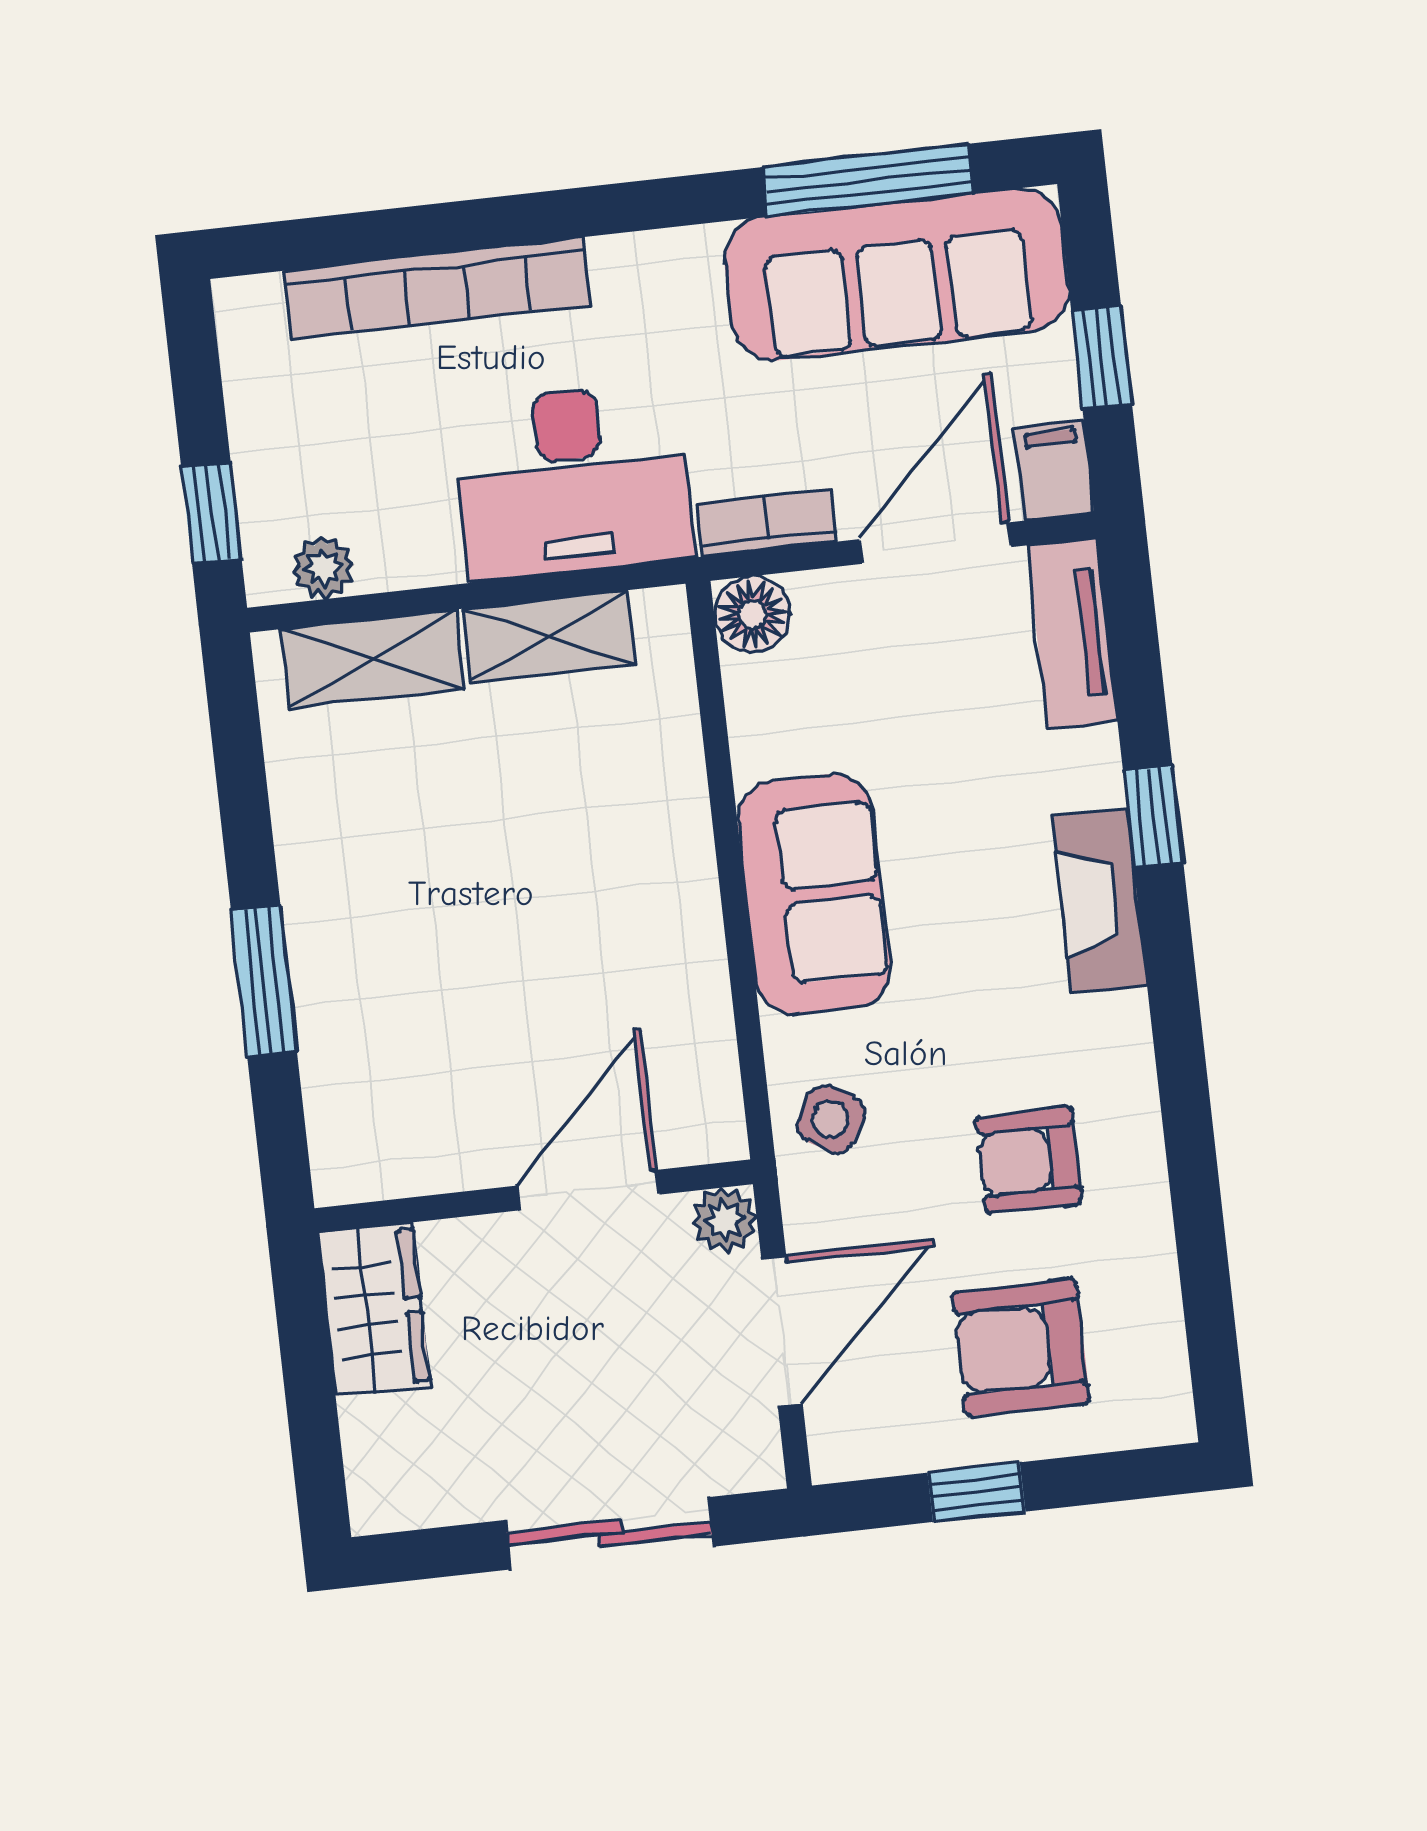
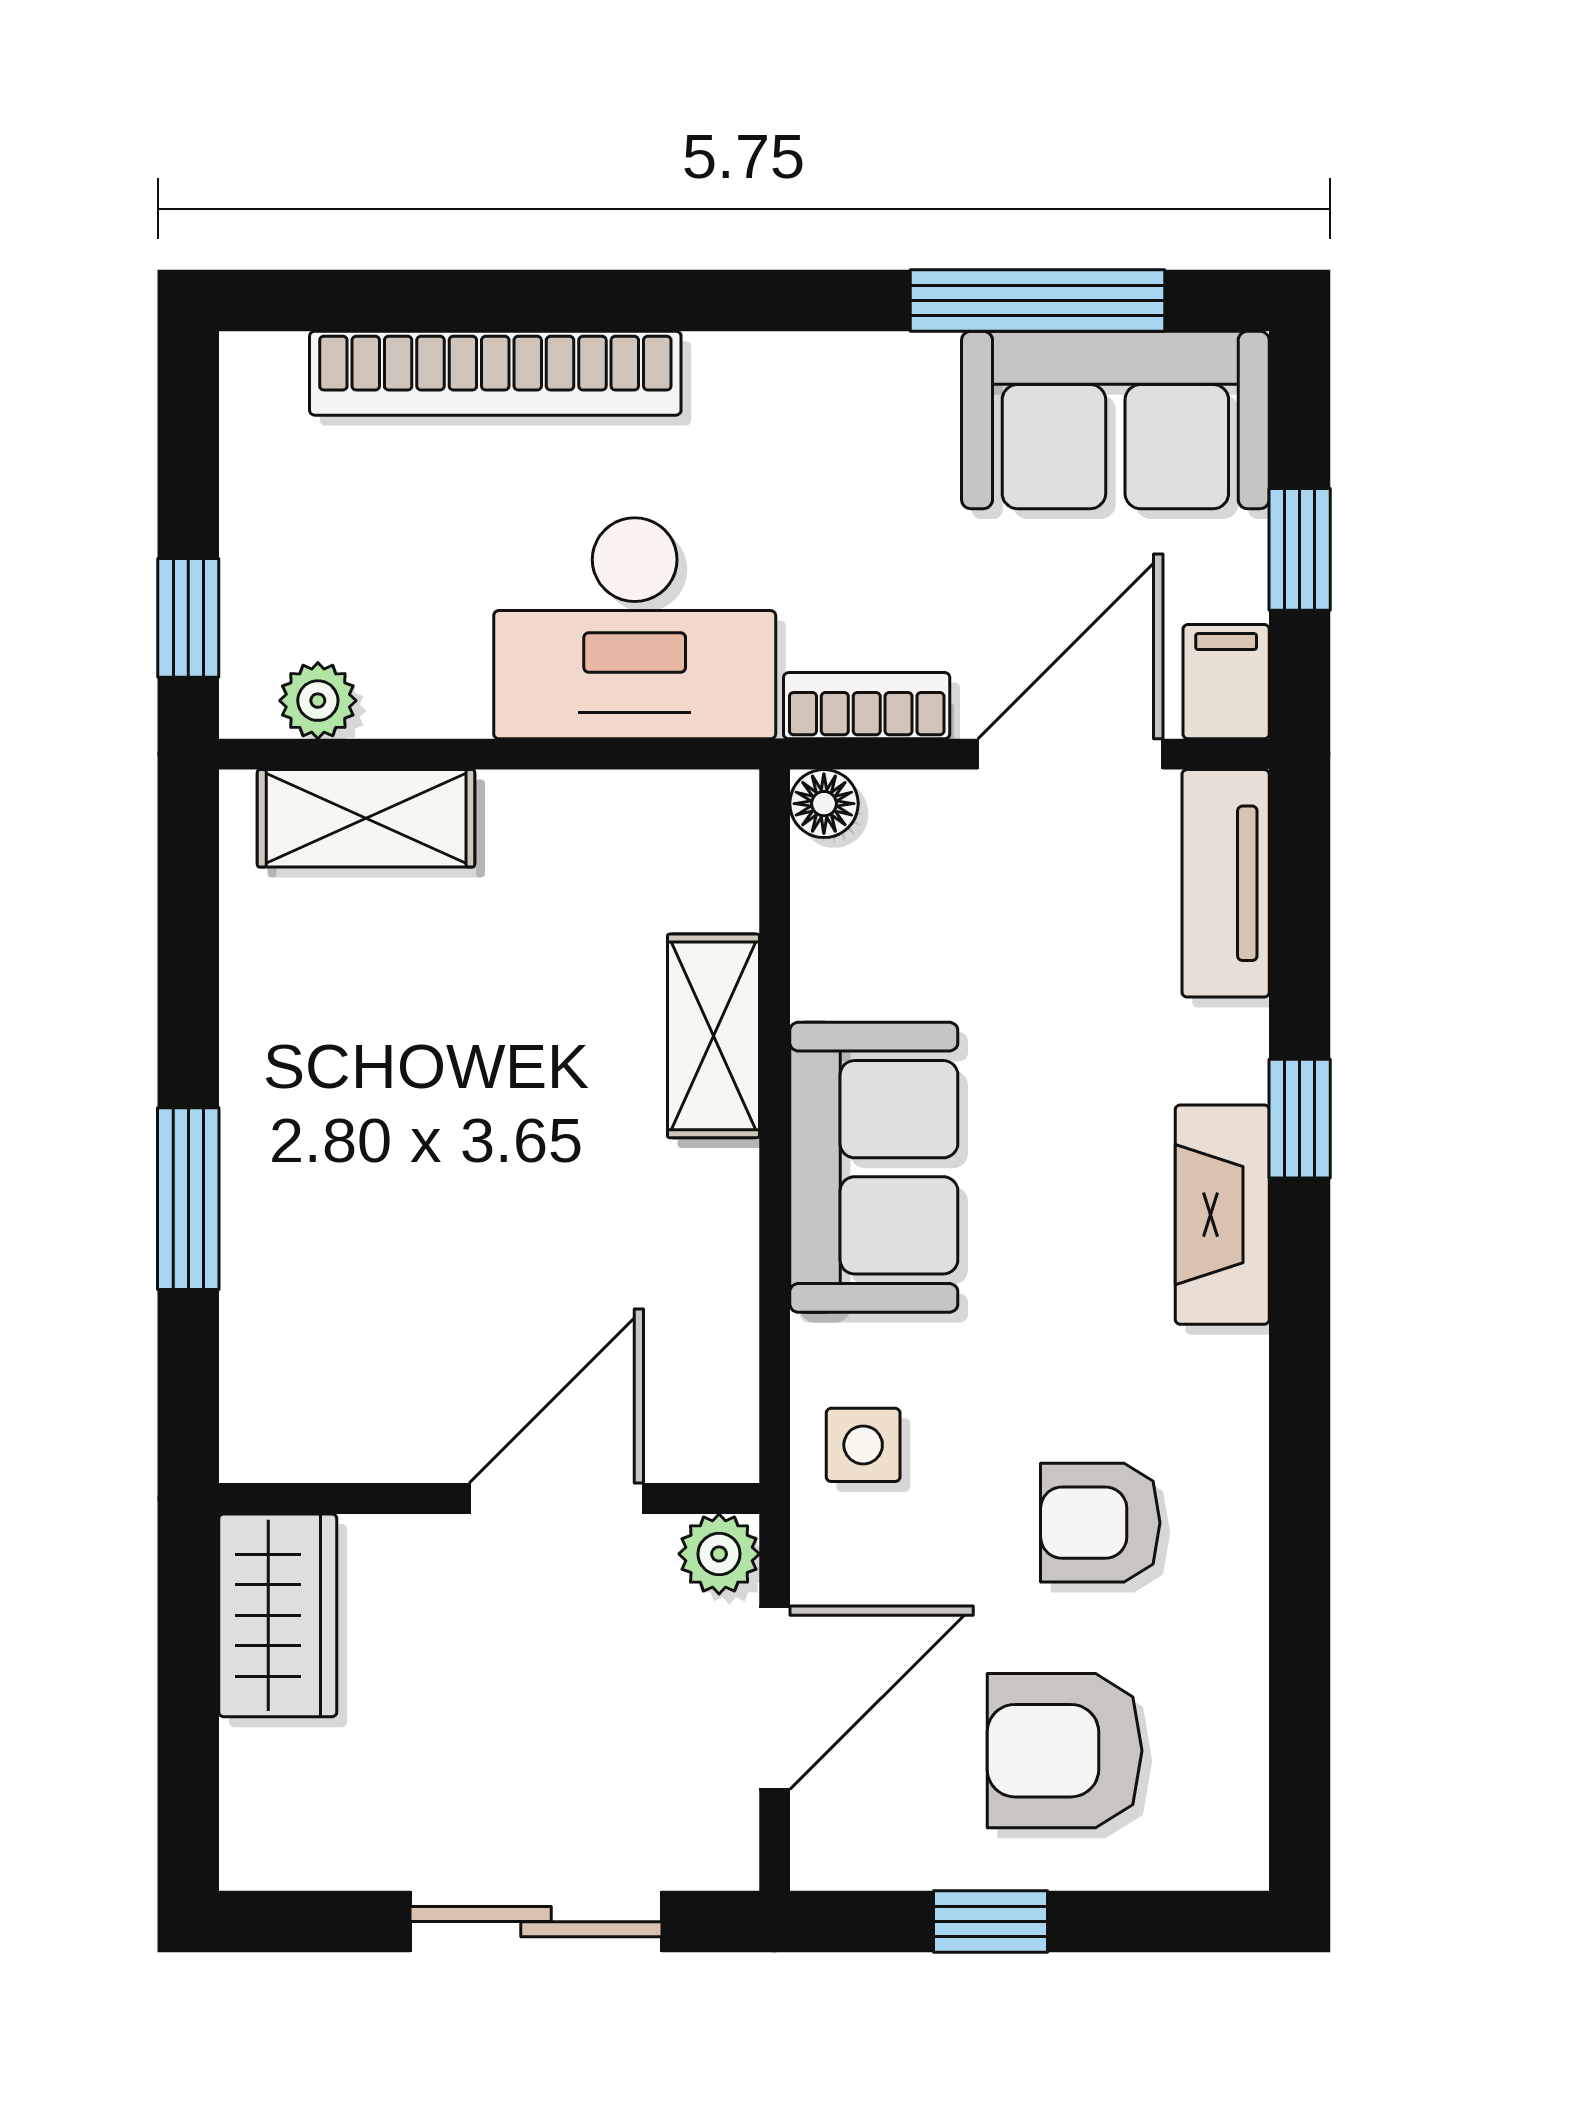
sofa: (897, 275) -> (1115, 420), width x0.73
floor lamp: (752, 614) -> (824, 804), width x0.73, depth x0.73
shelving: (549, 636) -> (713, 1036), moved, turned 90
side table: (831, 1119) -> (863, 1445), turned -30

